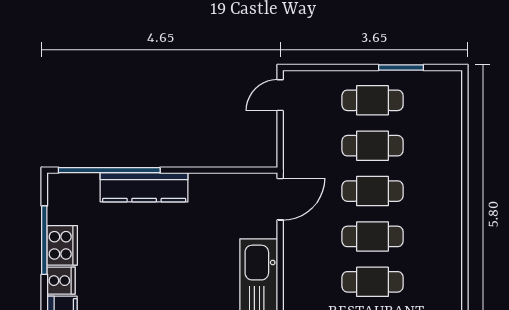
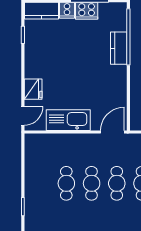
kitchen counter: (144, 187) -> (119, 48), width x0.67
door: (280, 199) -> (112, 132), swing flipped

